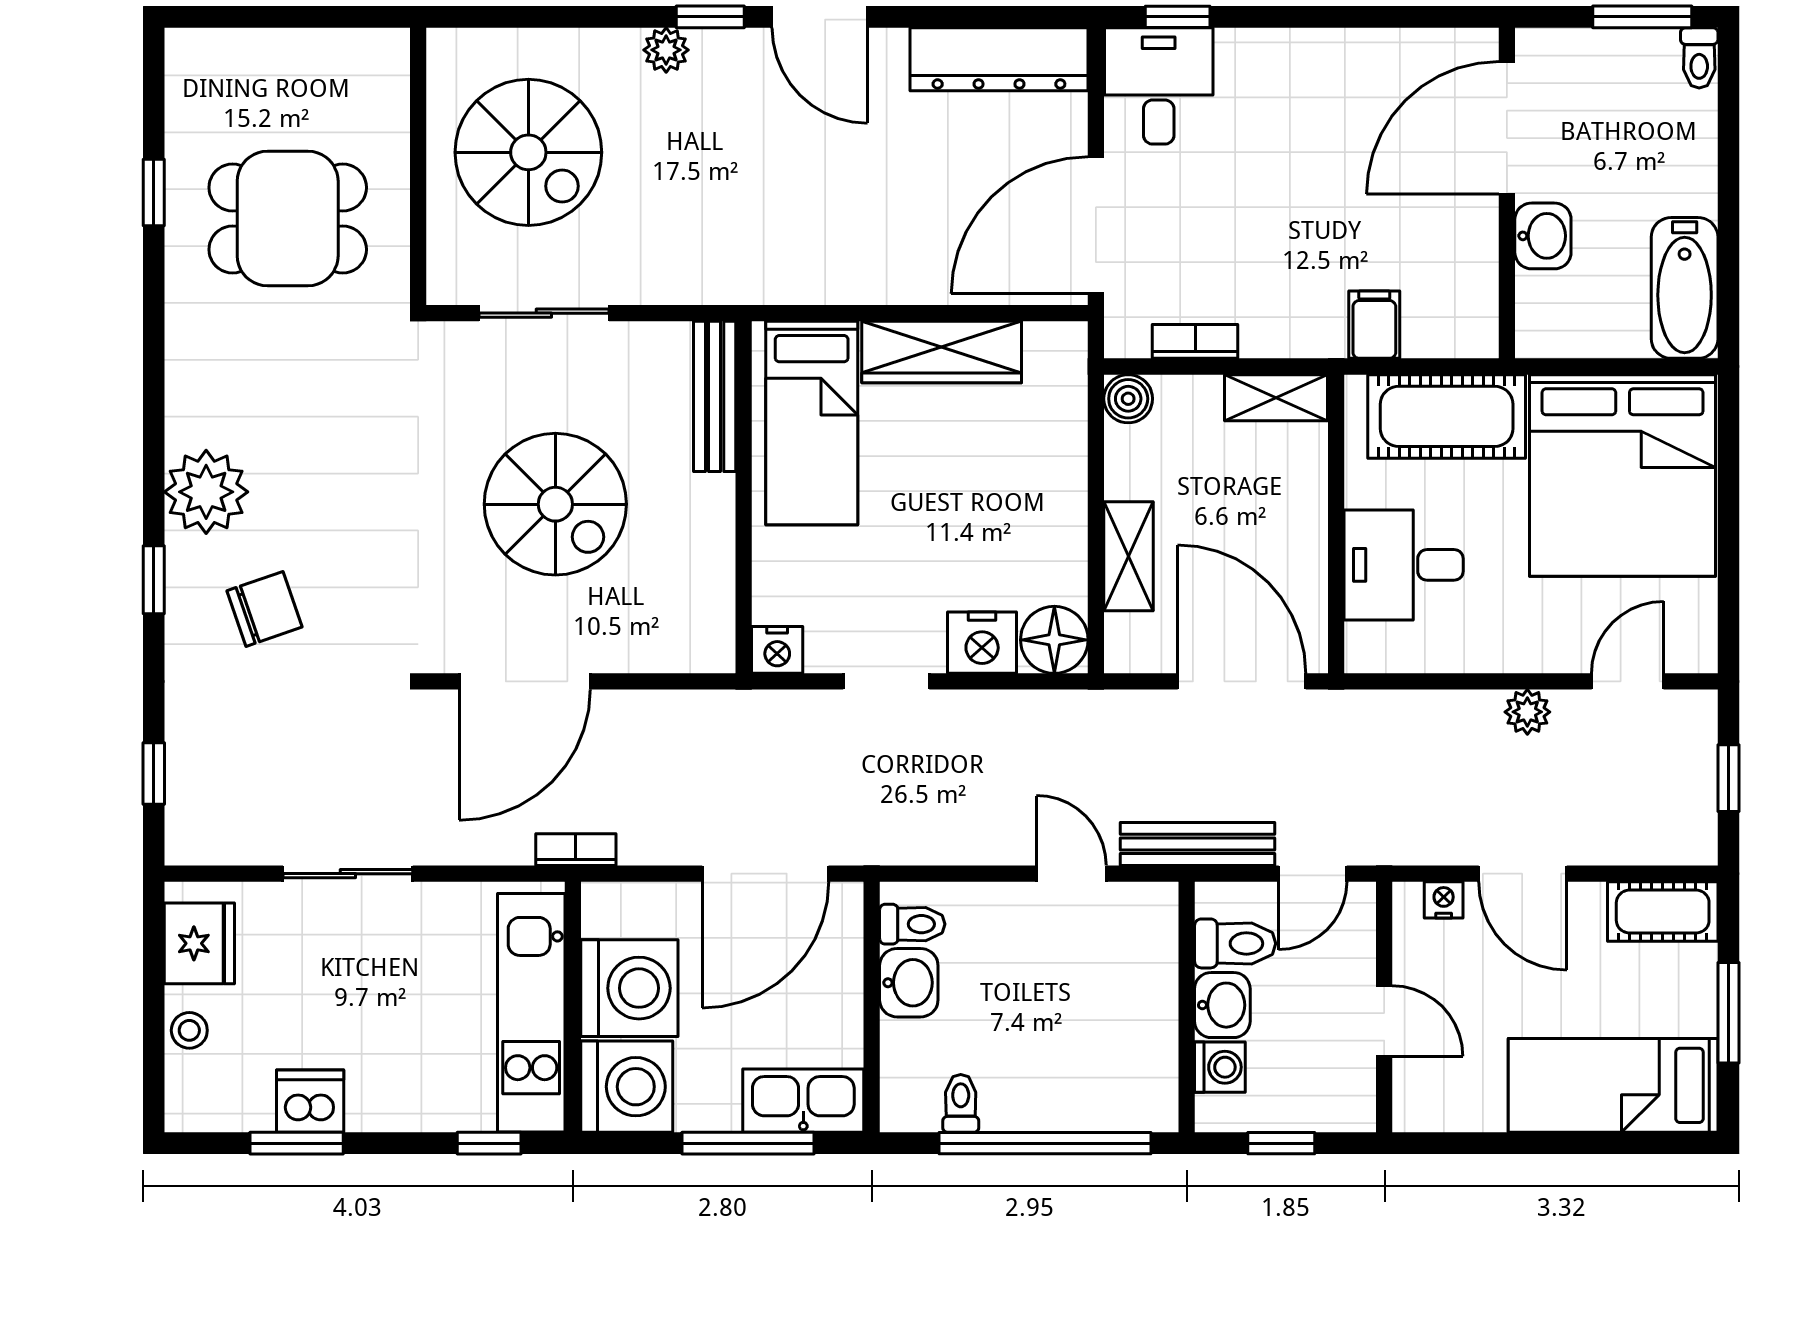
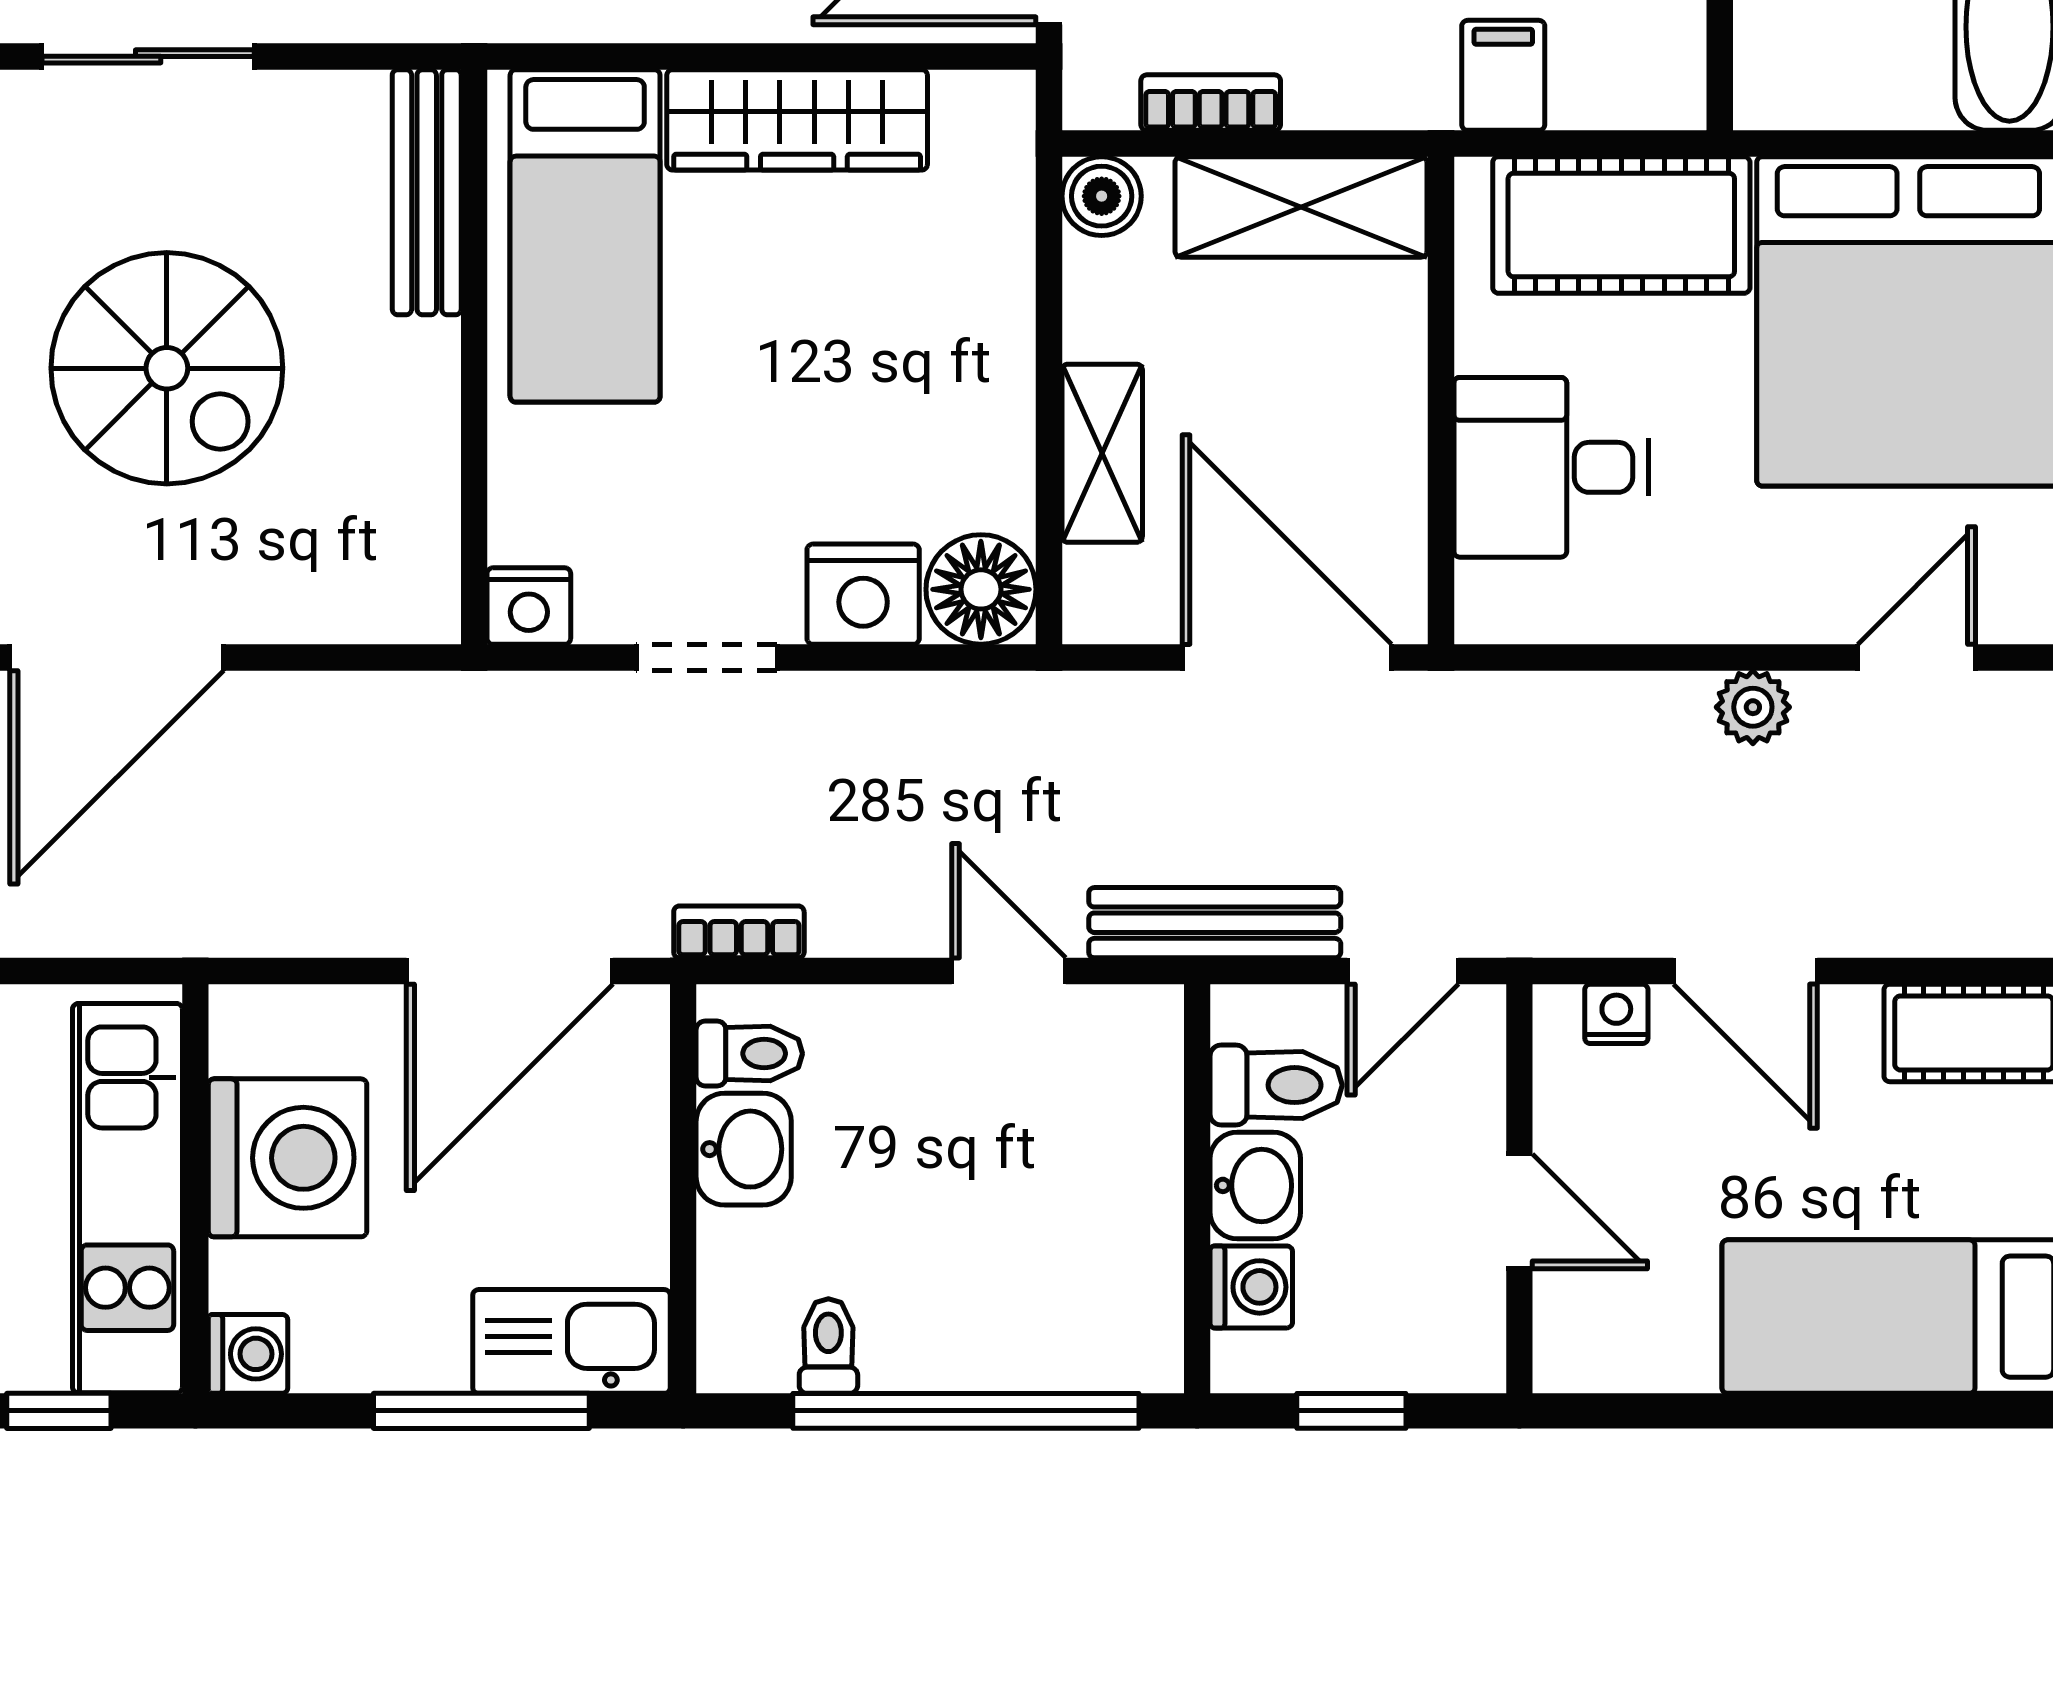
shelving: (1276, 398) -> (1301, 207), width x1.50, depth x1.33
bookcase: (576, 850) -> (739, 932), moved
washing machine: (627, 1087) -> (248, 1354), width x0.53, depth x0.53

